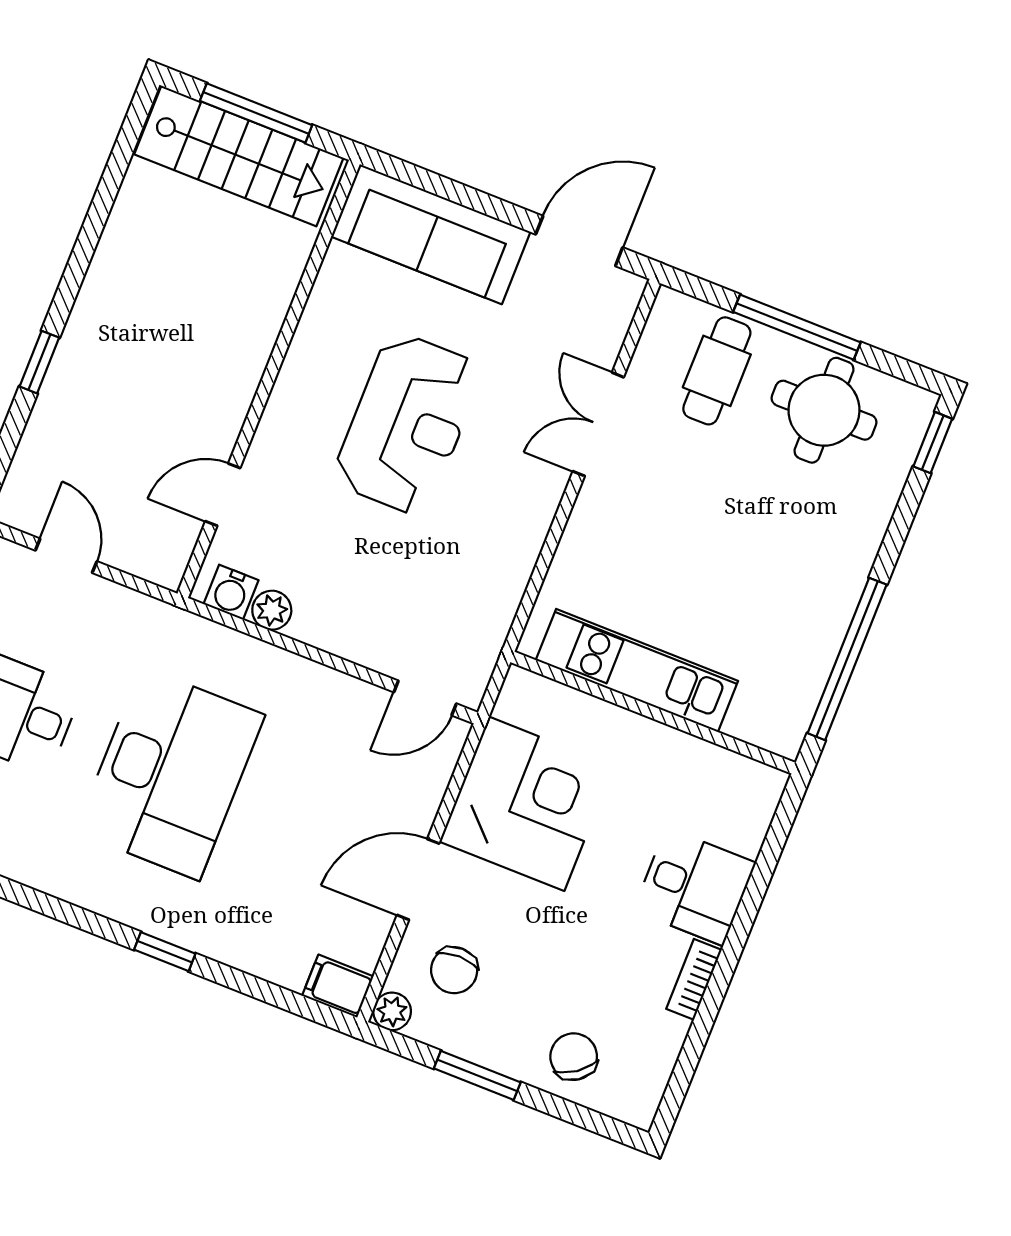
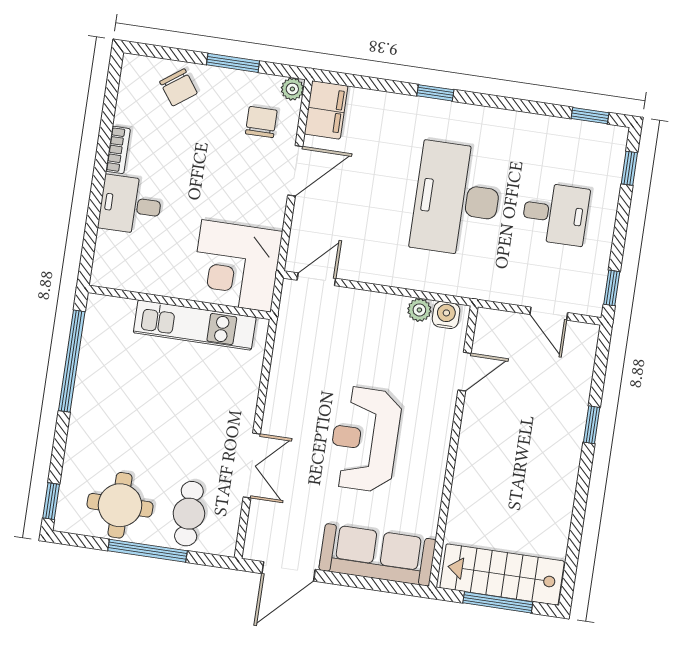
corner desk: (526, 804) -> (236, 266), moved
filing cabinet: (338, 986) -> (326, 110), width x2.00

